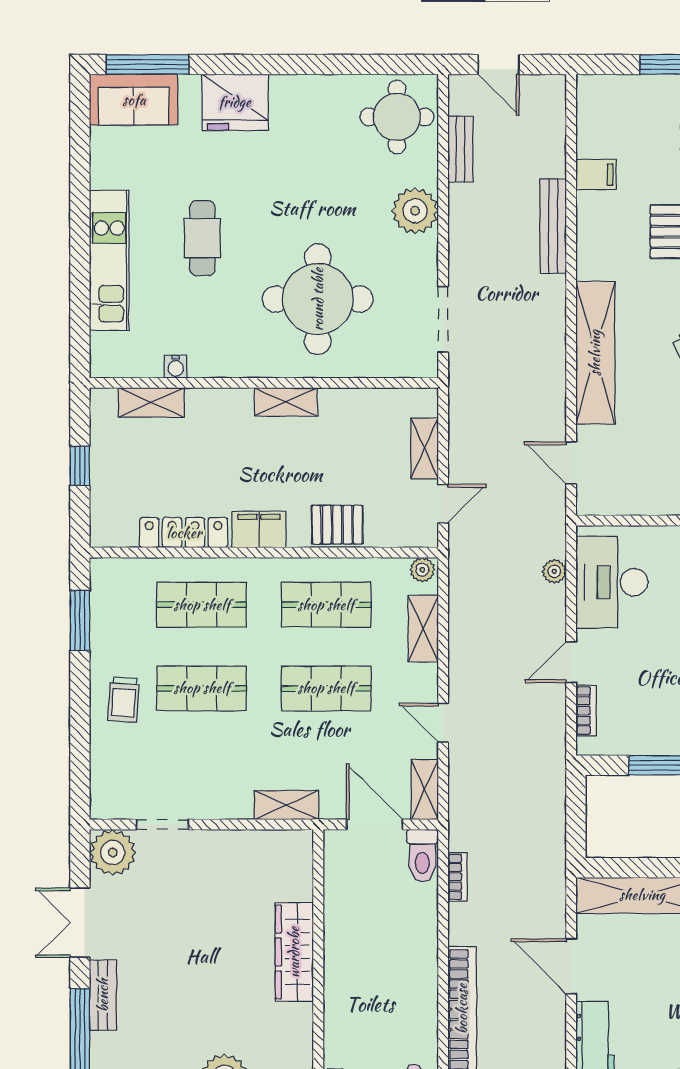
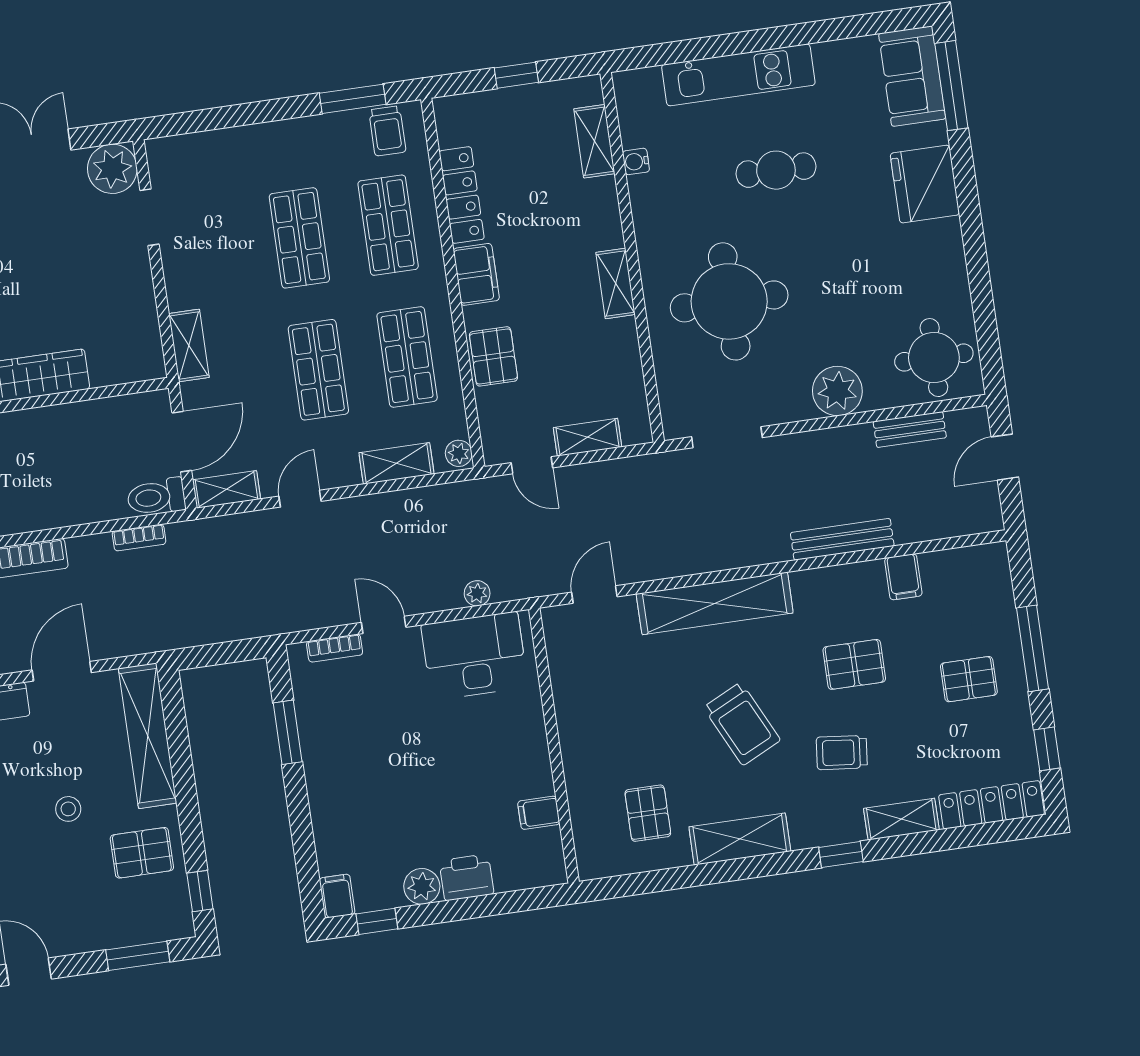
trolley: (124, 700) -> (387, 131), moved, turned -94

